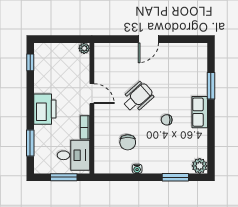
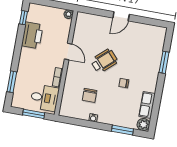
printer: (45, 109) -> (32, 35), moved
row of seats: (200, 112) -> (147, 105), moved

